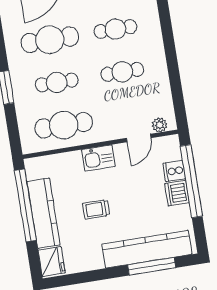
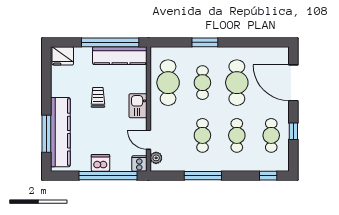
window: (172, 63) -> (203, 176), added
cooker: (174, 171) -> (139, 163), moved
kitchen counter: (44, 213) -> (120, 56), moved

